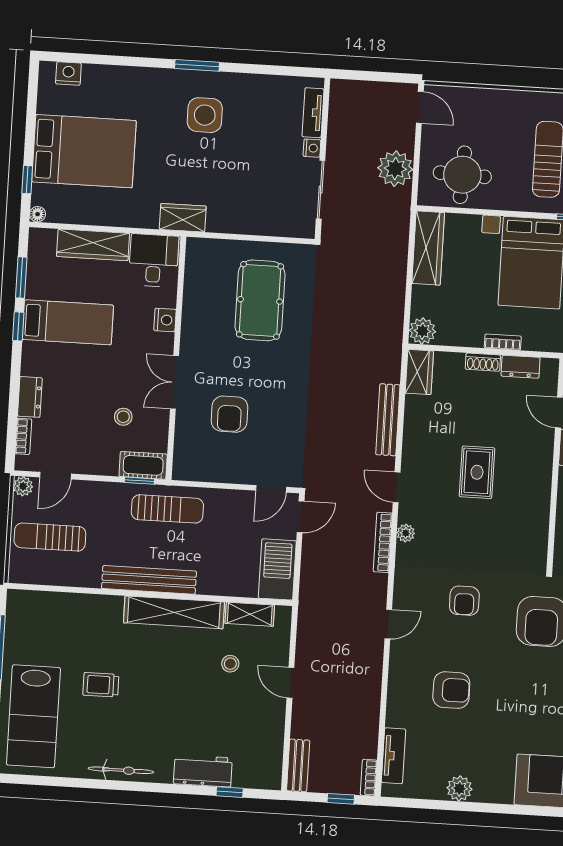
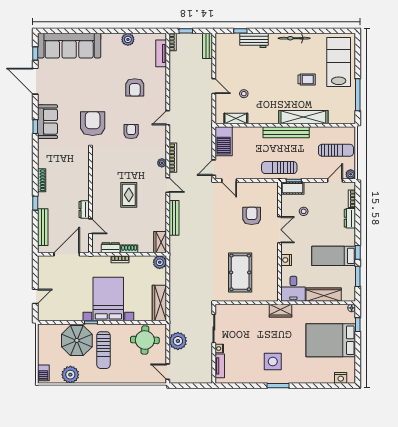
door: (271, 489) -> (229, 181), swing flipped
shelving: (174, 612) -> (303, 117), moved
armchair: (451, 690) -> (135, 87), turned -90

